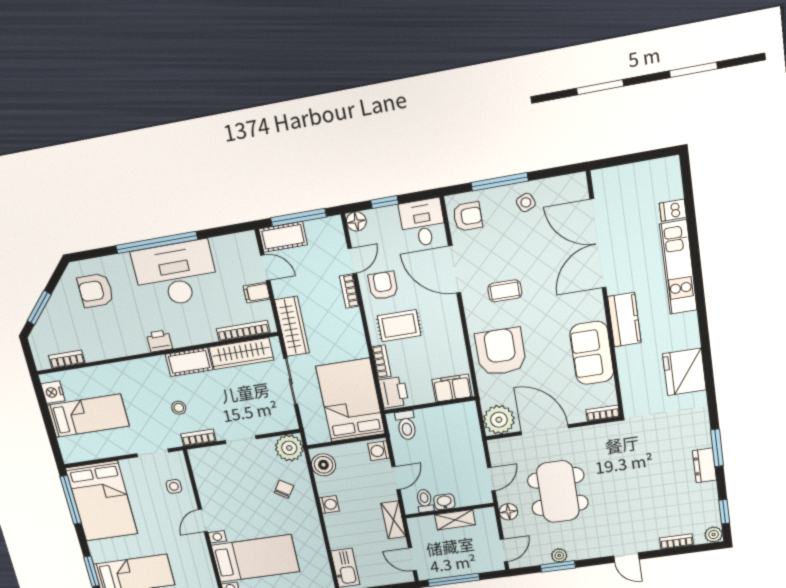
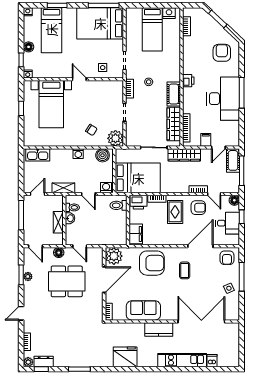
desk: (423, 223) -> (228, 223), moved
window: (157, 242) -> (242, 93), width x0.68
dresser: (704, 465) -> (44, 362), moved

